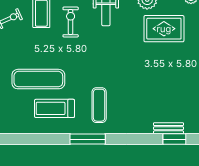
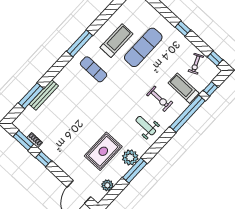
bench: (169, 128) -> (44, 95), width x1.36
window: (174, 139) -> (31, 96), width x1.44

